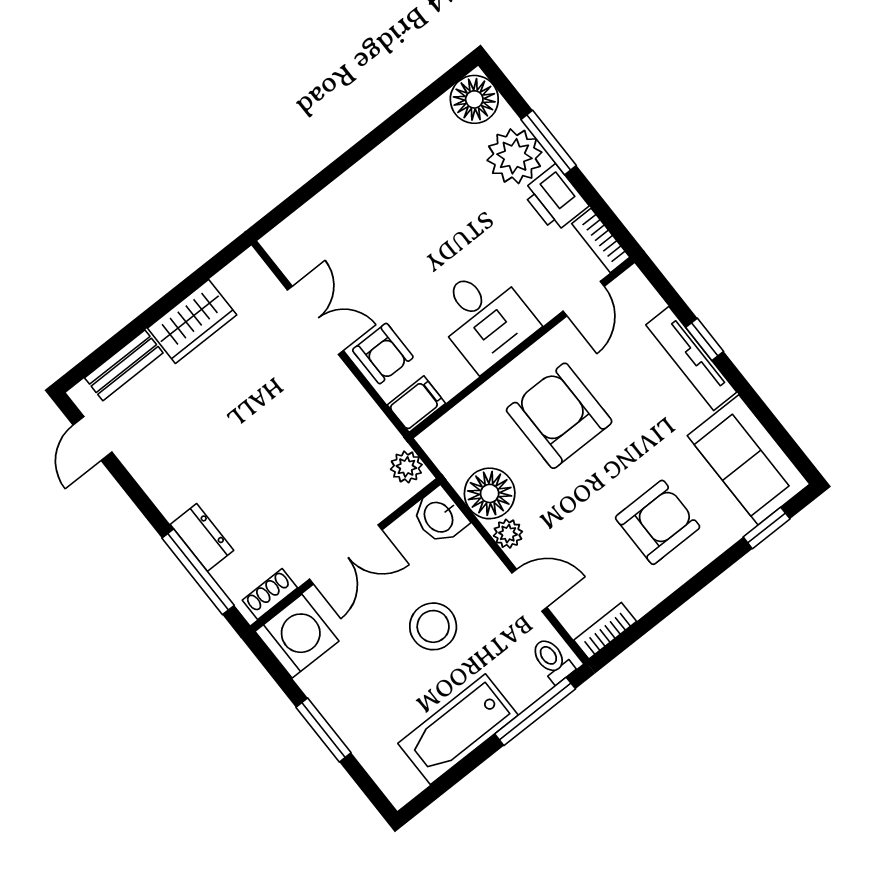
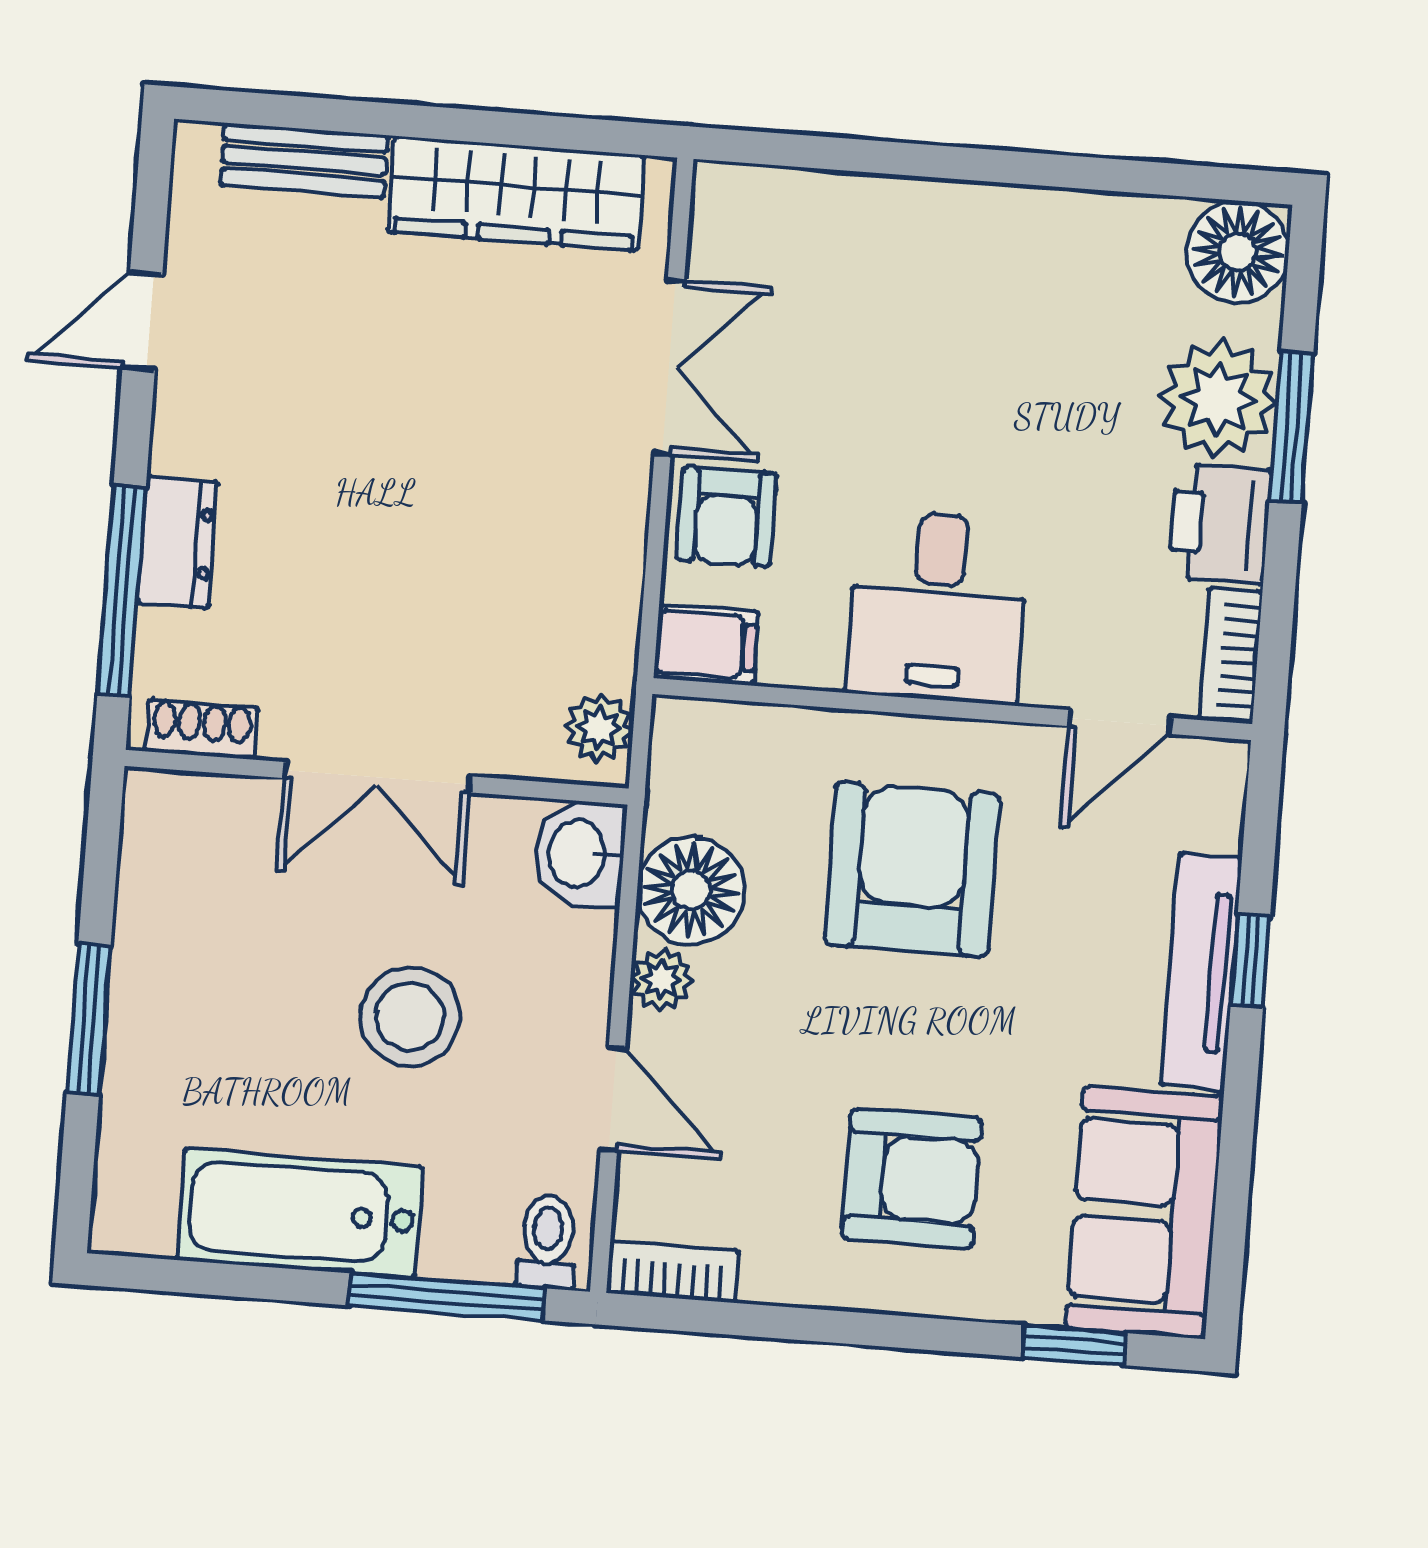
wardrobe: (192, 321) -> (516, 194), width x1.50
door: (92, 439) -> (142, 321), moved
washing machine: (297, 636) -> (183, 834), removed

